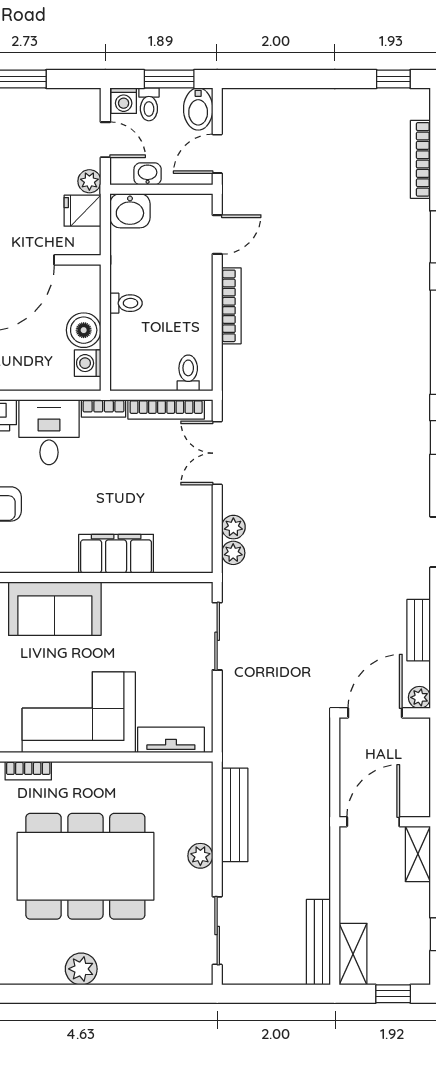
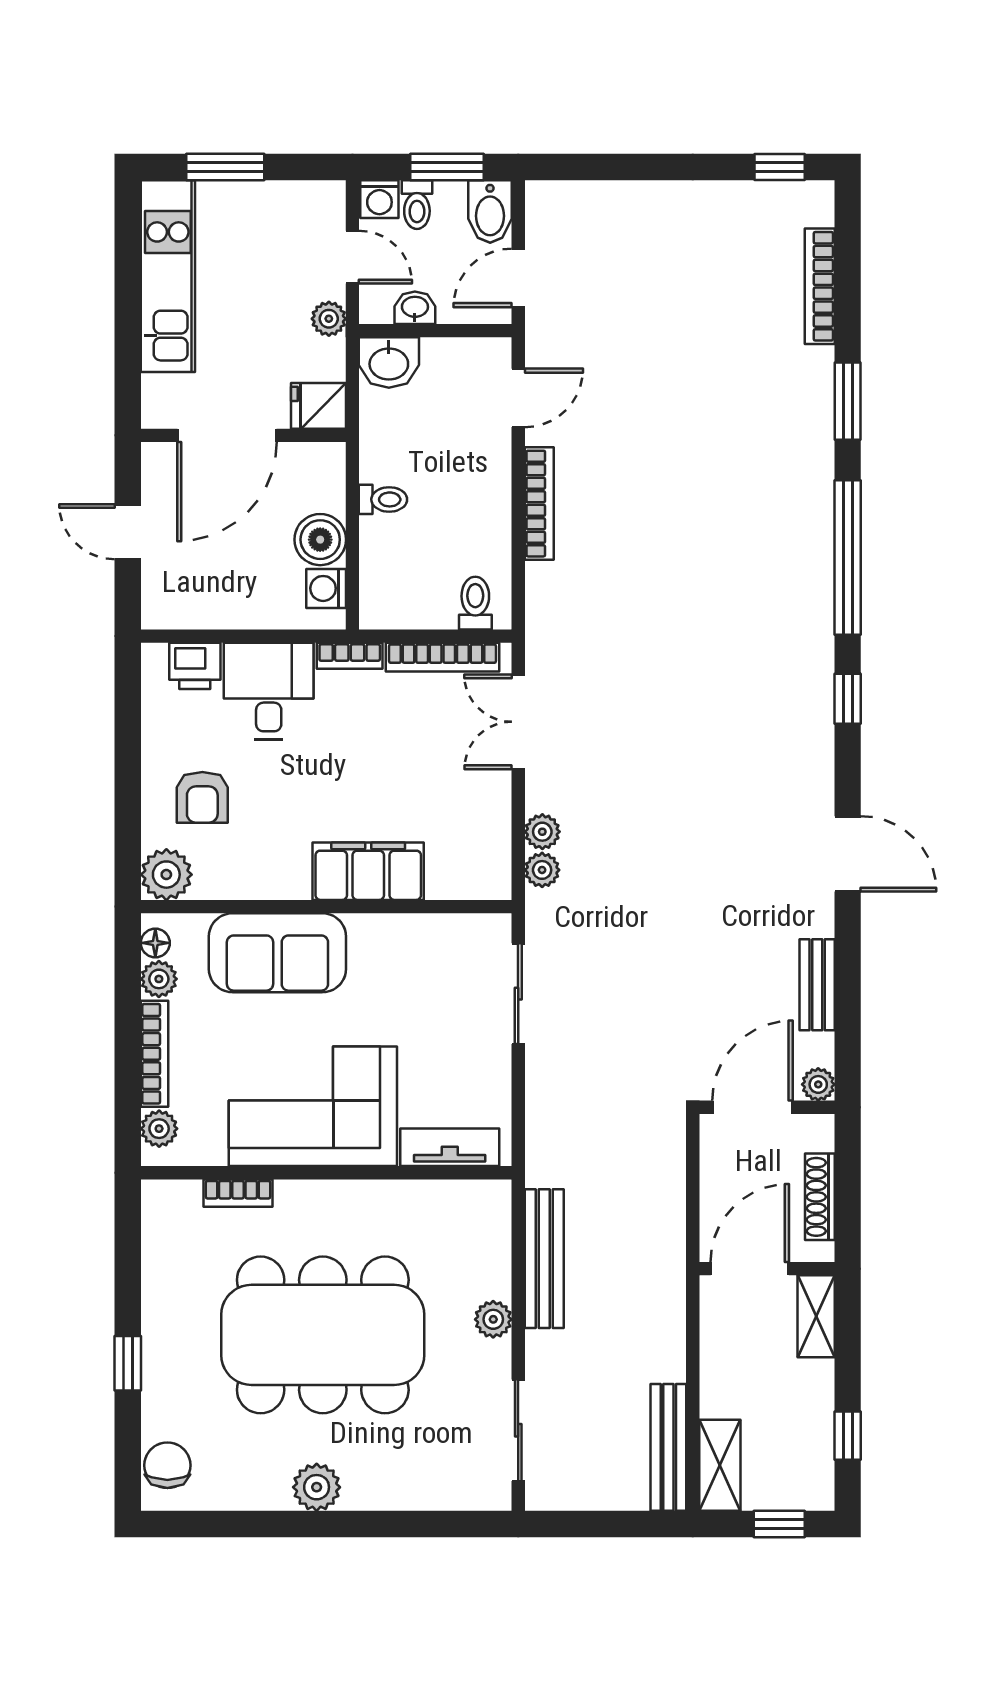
fridge: (83, 211) -> (318, 406), moved
shoe rack: (420, 773) -> (820, 1197), added

